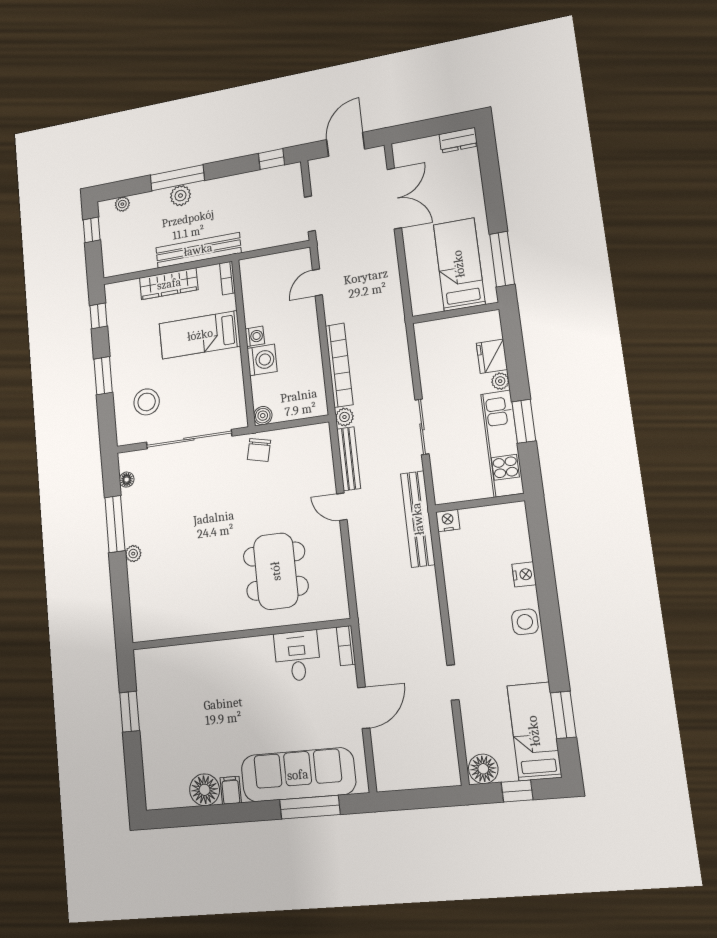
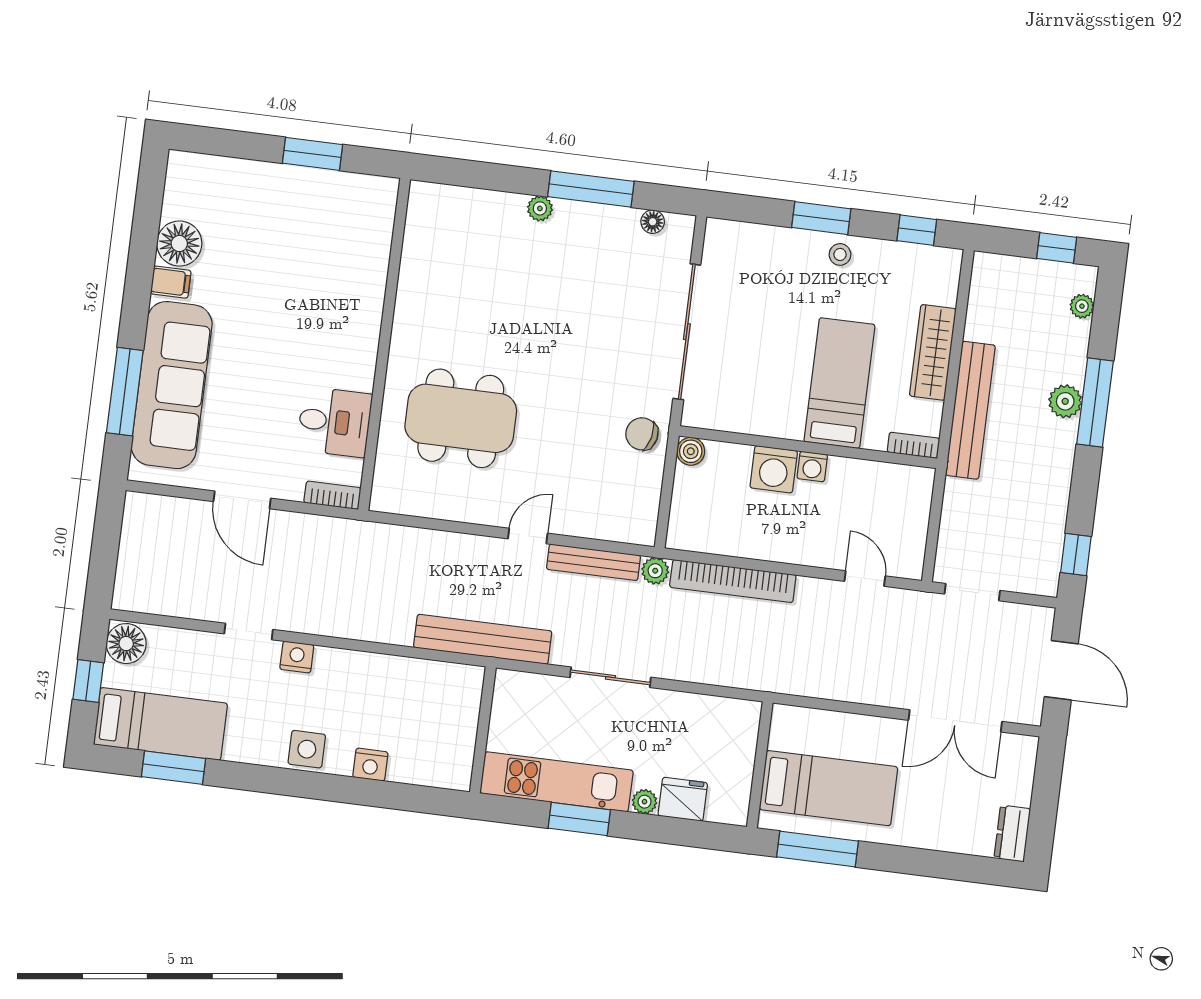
stool: (147, 402) -> (840, 254), moved, width x0.53, depth x0.53
nightstand: (448, 521) -> (297, 657), moved, turned -90

